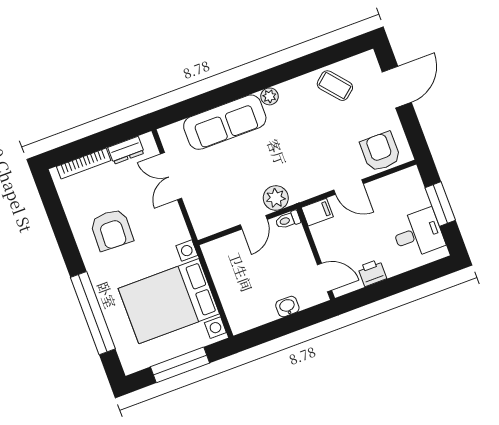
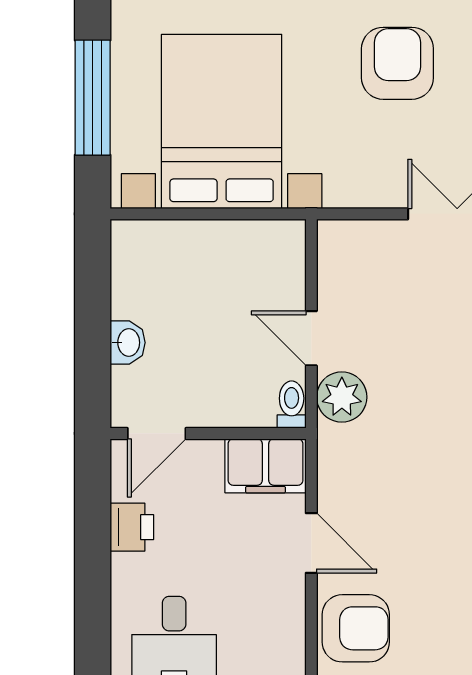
door: (349, 187) -> (311, 543), swing flipped
filing cabinet: (317, 212) -> (265, 466), width x2.00
armchair: (112, 230) -> (397, 63), turned 88

